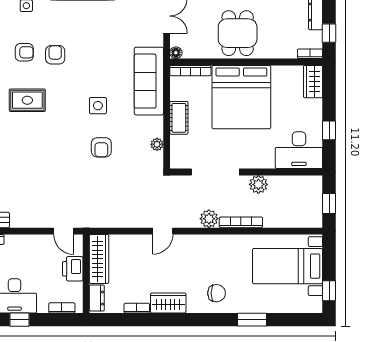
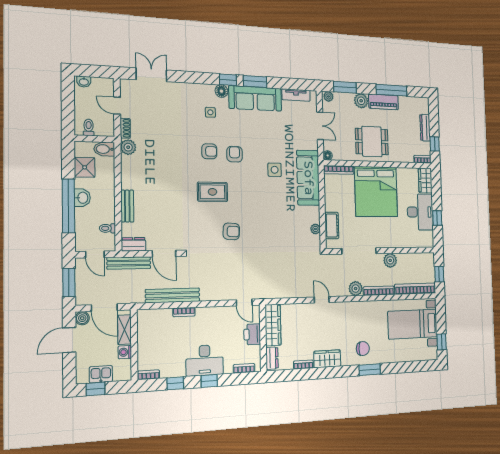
dining table: (238, 33) -> (372, 142), turned 90
side table: (98, 106) -> (275, 170), moved
cot: (179, 118) -> (332, 225), moved
armchair: (101, 147) -> (231, 231), moved, turned -87
desk: (299, 150) -> (420, 212), moved, turned -90
bookcase: (293, 221) -> (415, 289), added
door: (163, 231) -> (322, 300), swing flipped
window: (252, 320) -> (370, 370), moved

